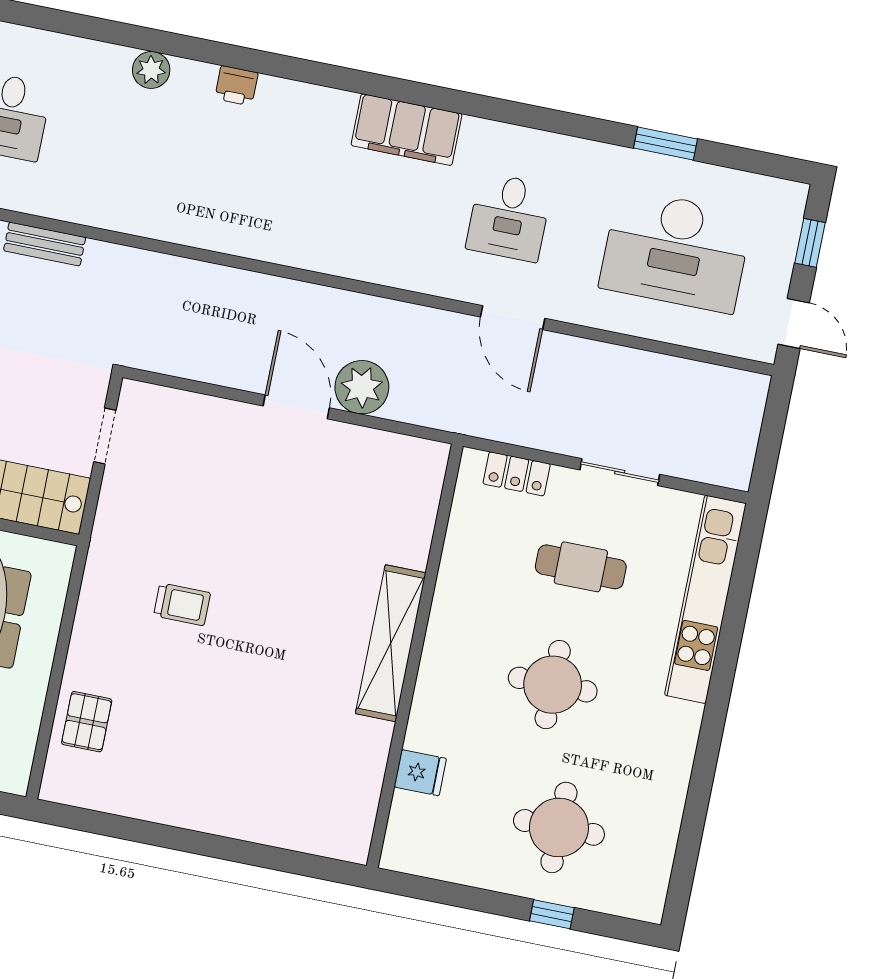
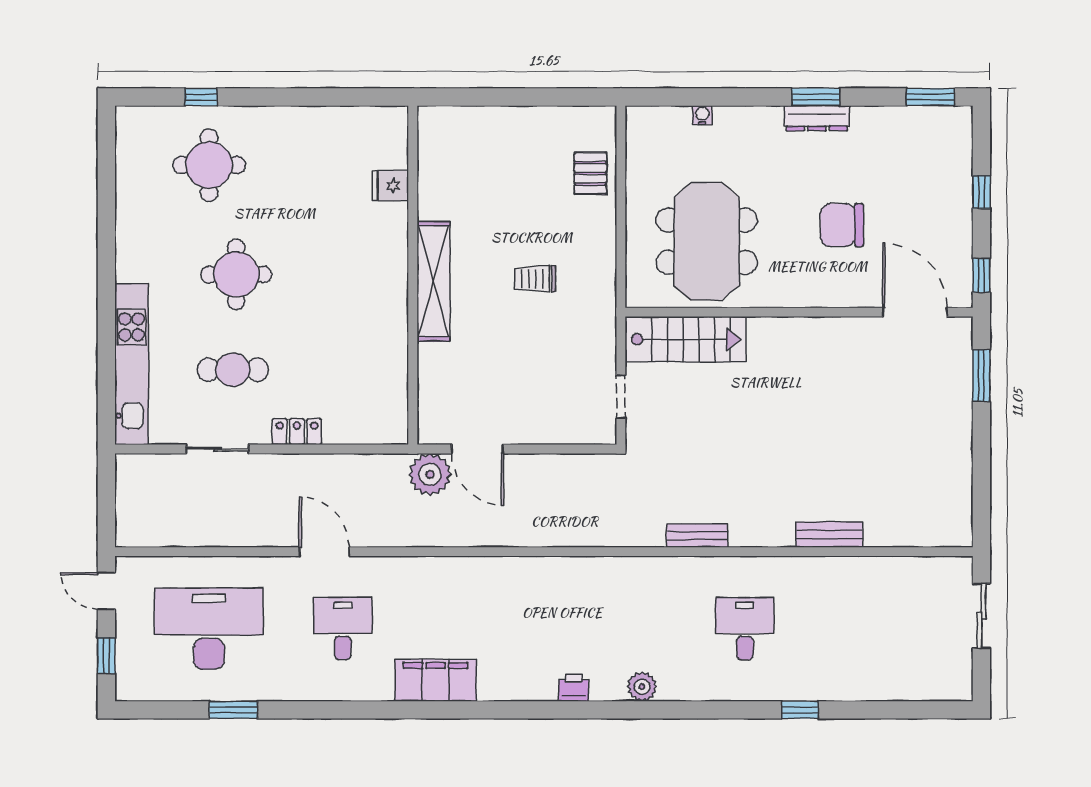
shelving: (391, 643) -> (433, 281), moved
wall: (415, 656) -> (413, 275), moved
fridge: (420, 773) -> (390, 186), moved

